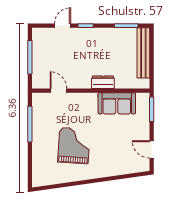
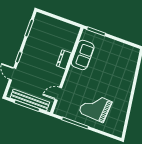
bench: (143, 53) -> (30, 100), moved
grand piano: (74, 146) -> (95, 107), moved
door: (152, 149) -> (125, 42), removed

